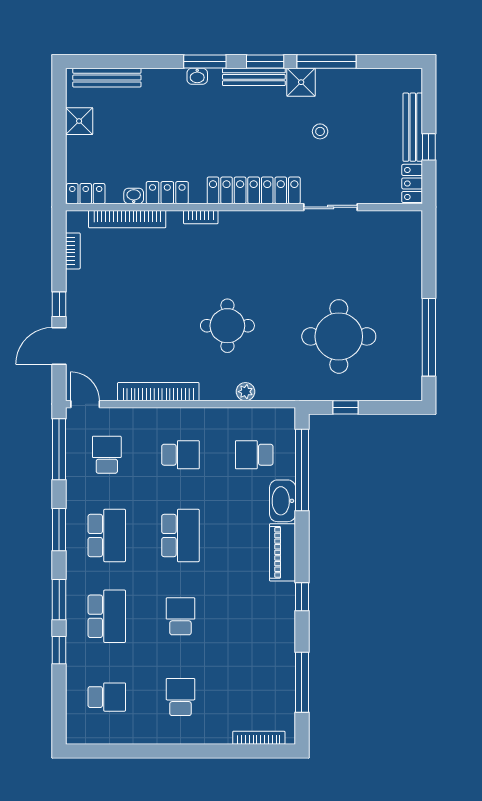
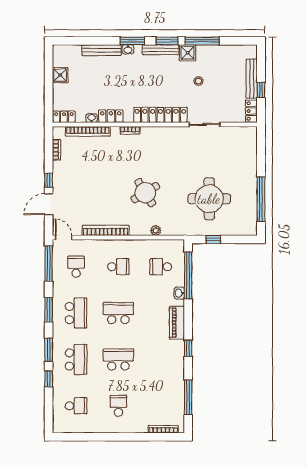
bench: (107, 78) -> (102, 50), moved
round table: (227, 326) -> (145, 193), turned -31
washbasin: (283, 501) -> (179, 293), width x0.52, depth x0.69
school desk: (180, 536) -> (118, 313), turned -90
school desk: (180, 616) -> (118, 359), width x1.85

